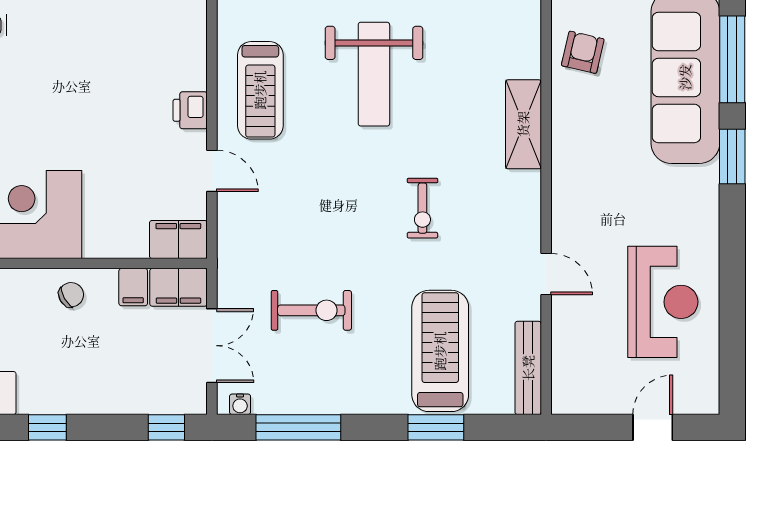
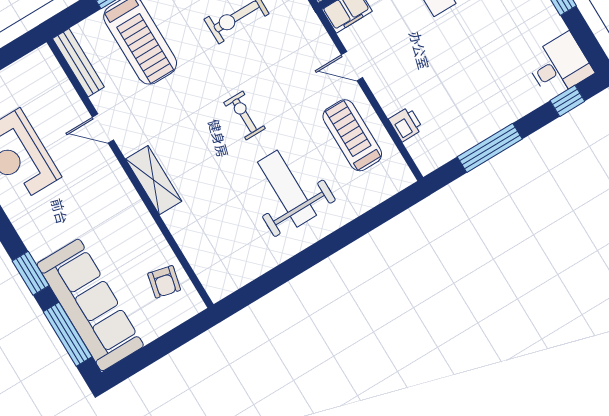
printer: (190, 110) -> (406, 124), moved
shelving: (523, 124) -> (154, 180), moved
exercise bike: (422, 208) -> (245, 116), moved

